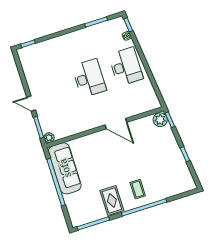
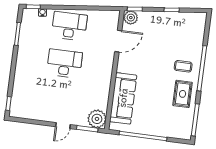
door: (116, 124) -> (118, 41), moved
plant: (49, 138) -> (97, 119), width x1.88, depth x1.88
sofa: (65, 168) -> (123, 98), moved, turned 90
rug: (112, 201) -> (183, 94), turned 90

